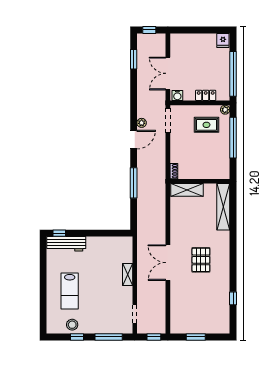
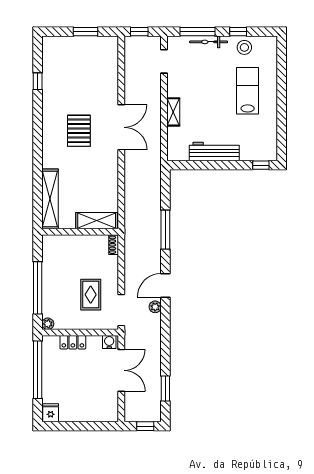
rug: (206, 125) -> (91, 295), moved, turned 90
workbench: (66, 244) -> (214, 151), moved
bicycle: (100, 329) -> (209, 42), added

